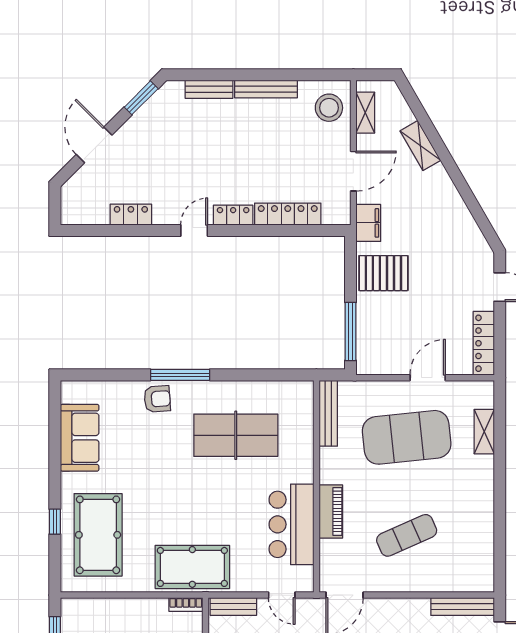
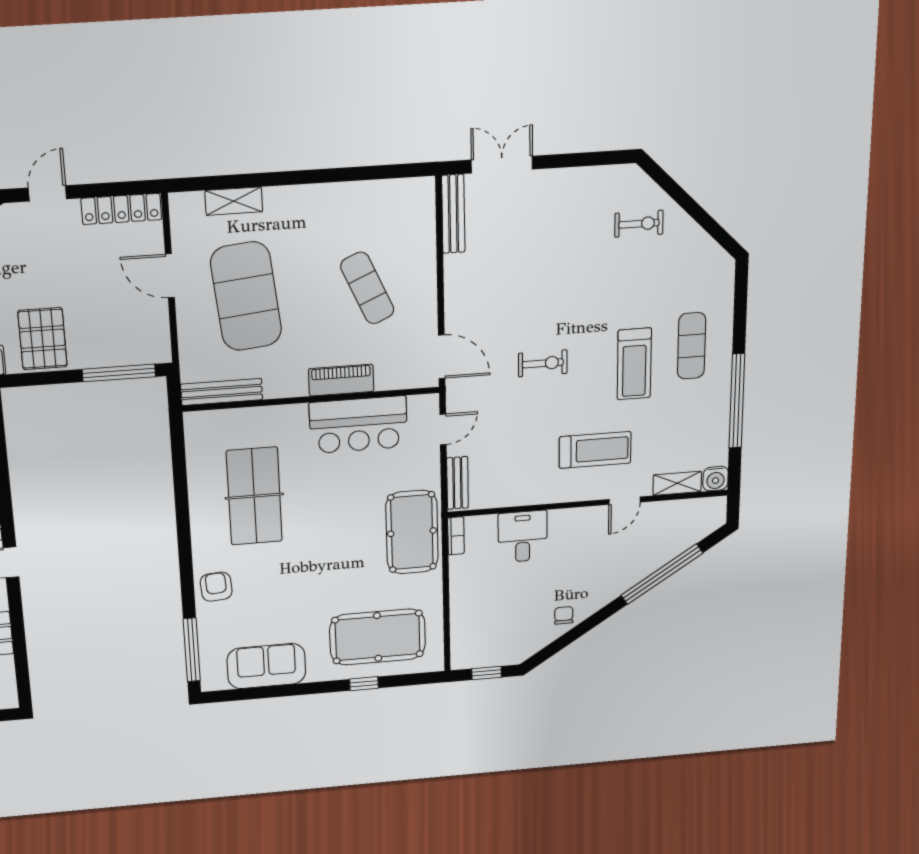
window: (180, 375) -> (192, 650), moved

